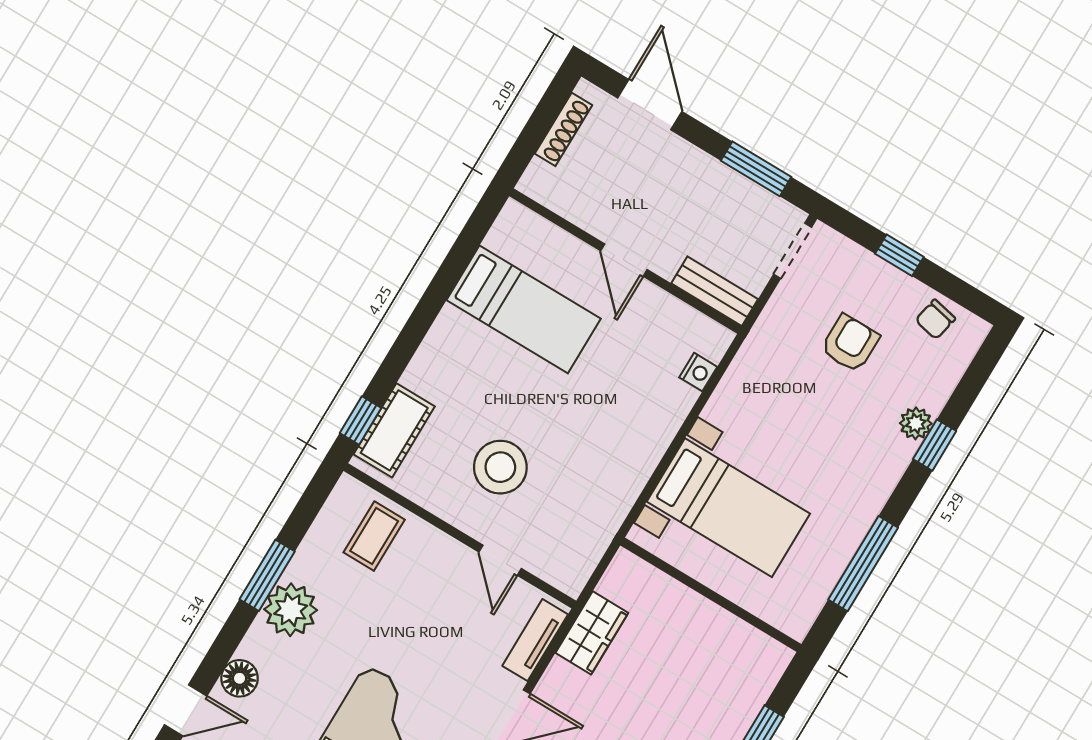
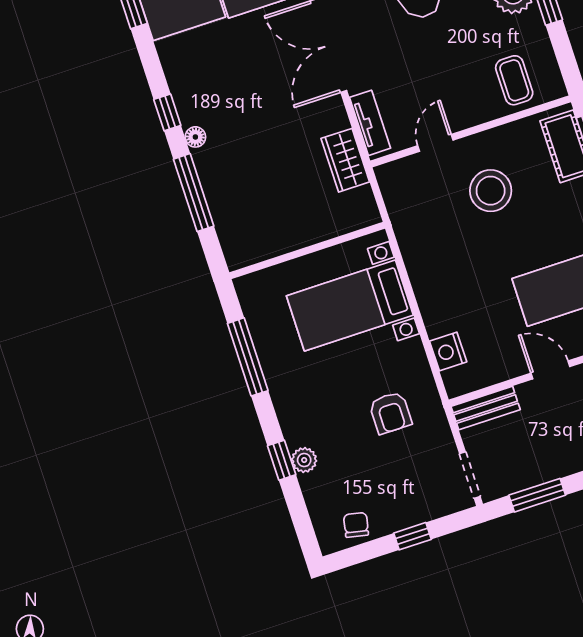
armchair: (850, 343) -> (390, 413), moved
nightstand: (698, 372) -> (448, 352), width x1.39, depth x1.35
door: (500, 560) -> (435, 143), hinge flipped

